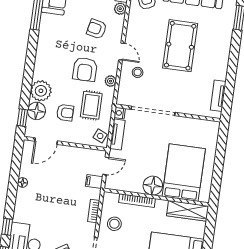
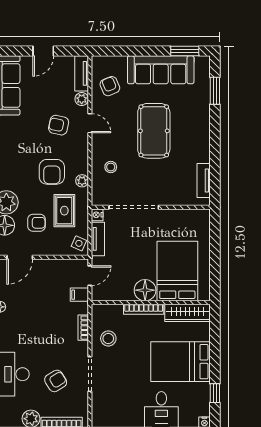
door: (122, 51) -> (90, 123), moved
bookcase: (137, 201) -> (144, 309), moved

